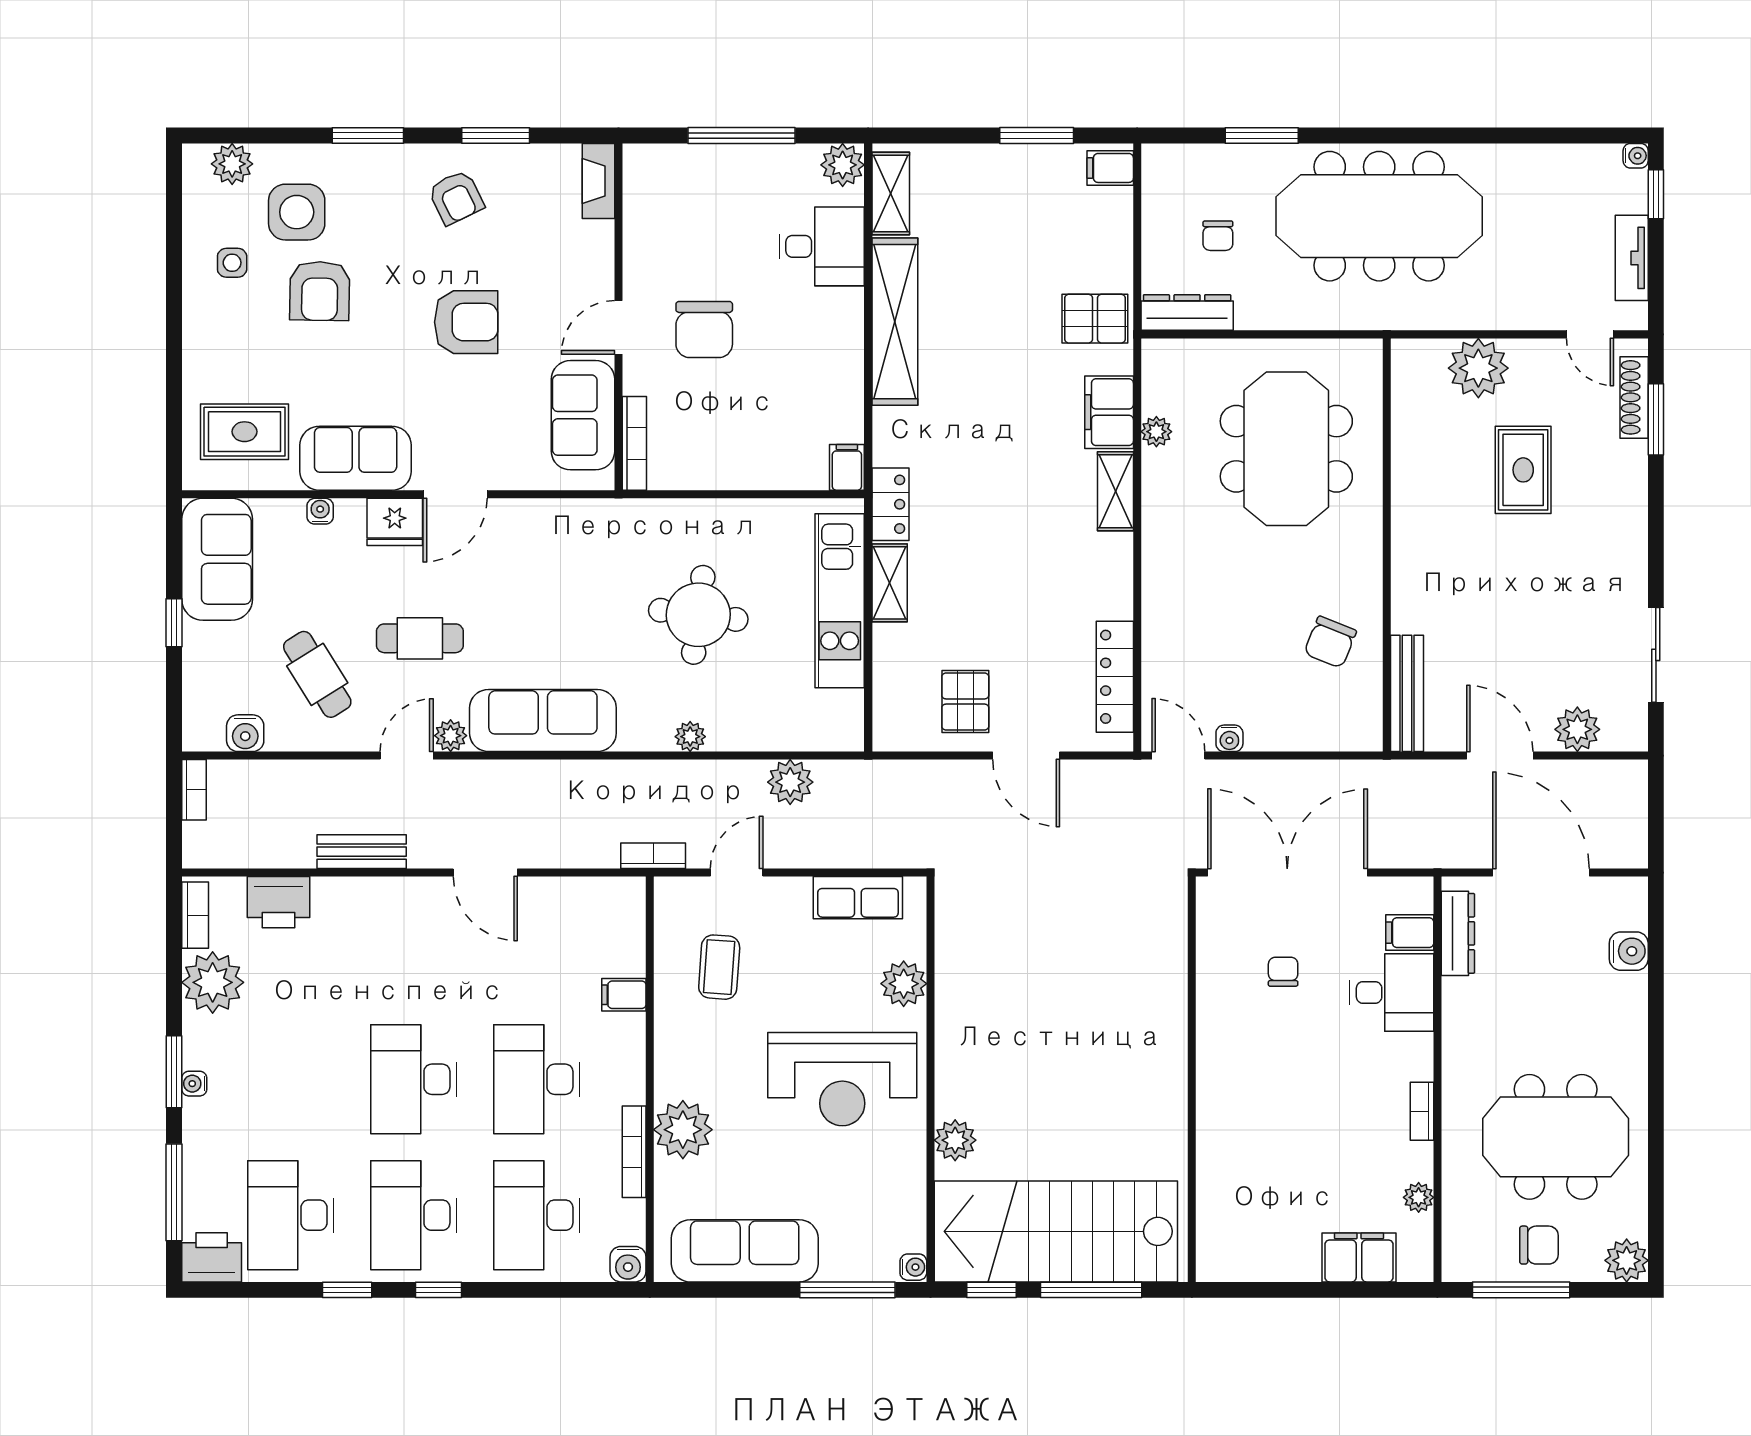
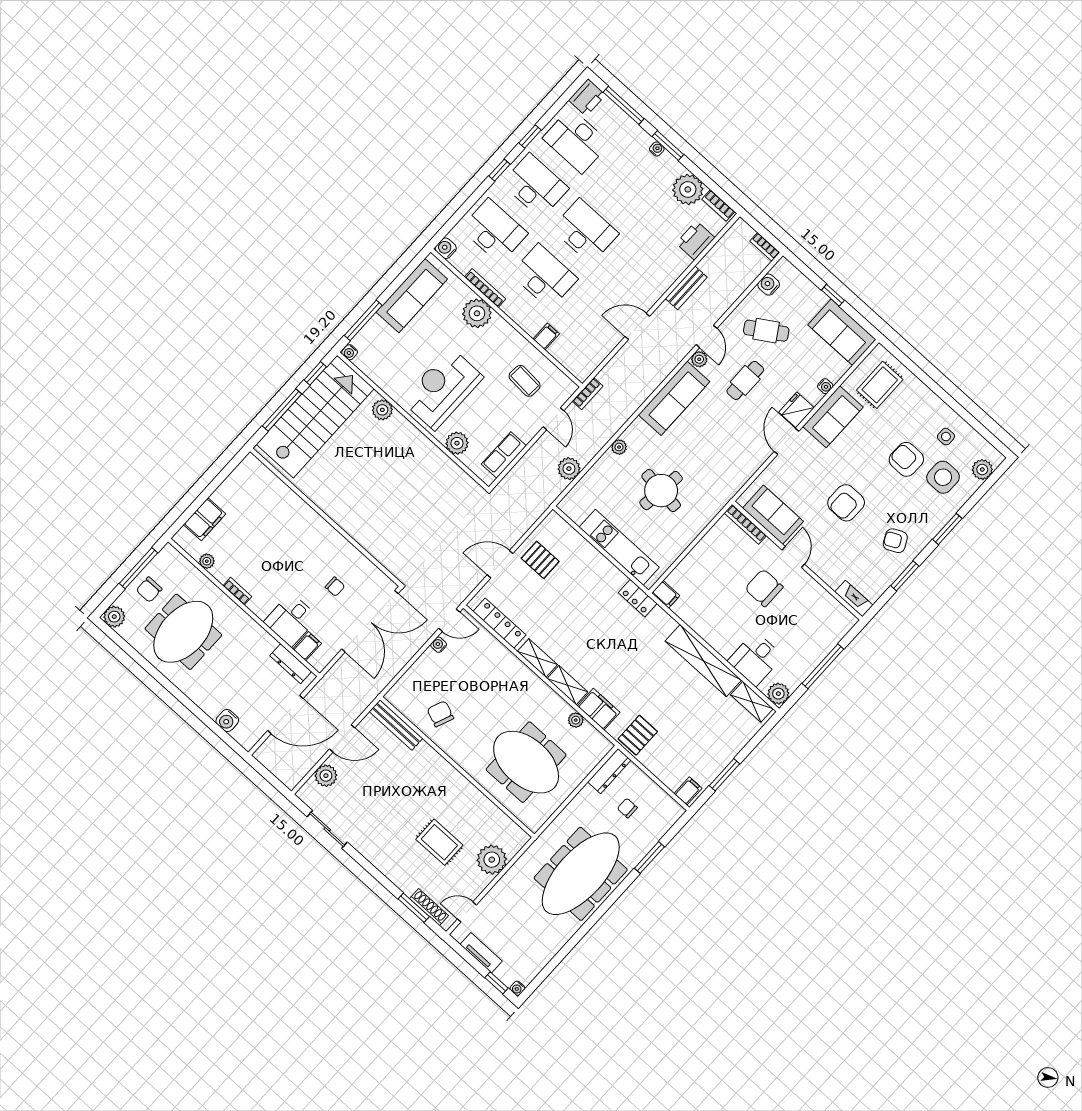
shelving: (890, 583) -> (537, 658), moved
desk: (291, 1215) -> (576, 141), turned 180

